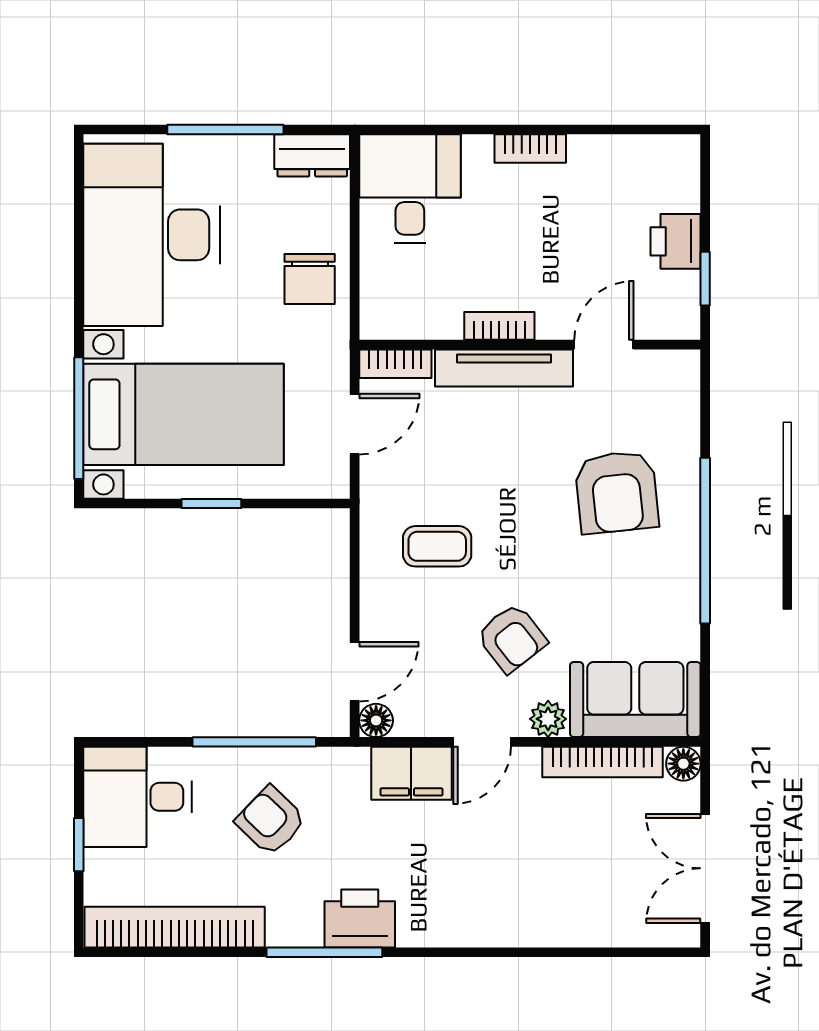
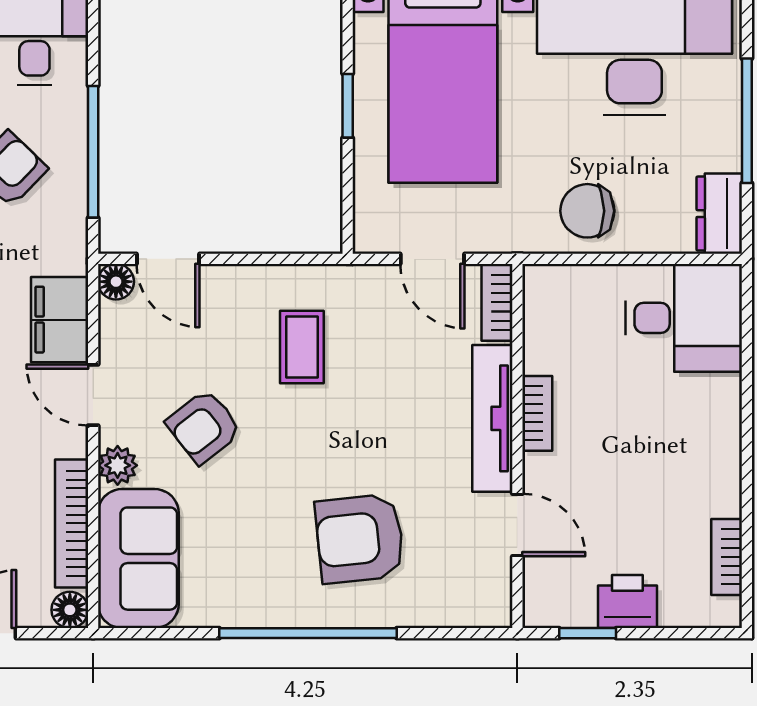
bookcase: (530, 149) -> (727, 557), moved

